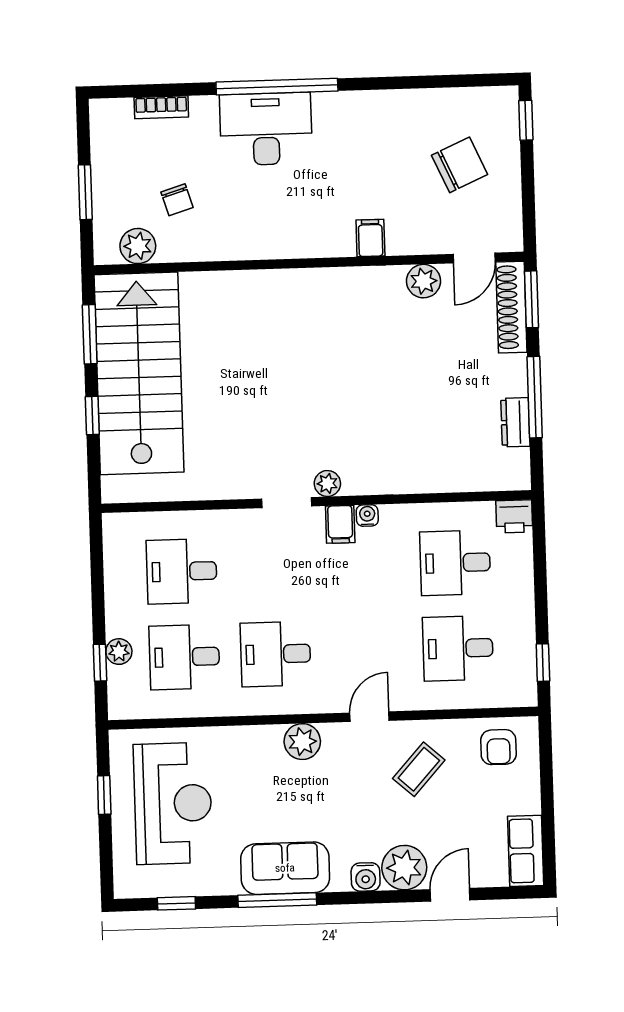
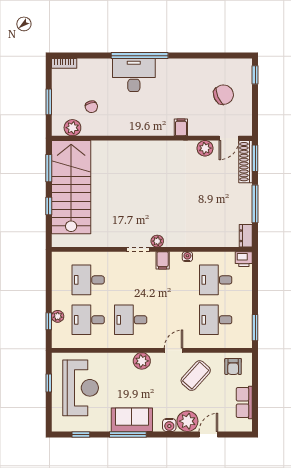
bookcase: (161, 107) -> (64, 63), moved
dresser: (515, 422) -> (246, 236), moved
water cooler: (367, 515) -> (187, 257), moved
window: (543, 663) -> (255, 328), width x1.50
coffee table: (419, 769) -> (196, 376), width x1.36, depth x1.30
row of seats: (526, 851) -> (244, 402), moved

